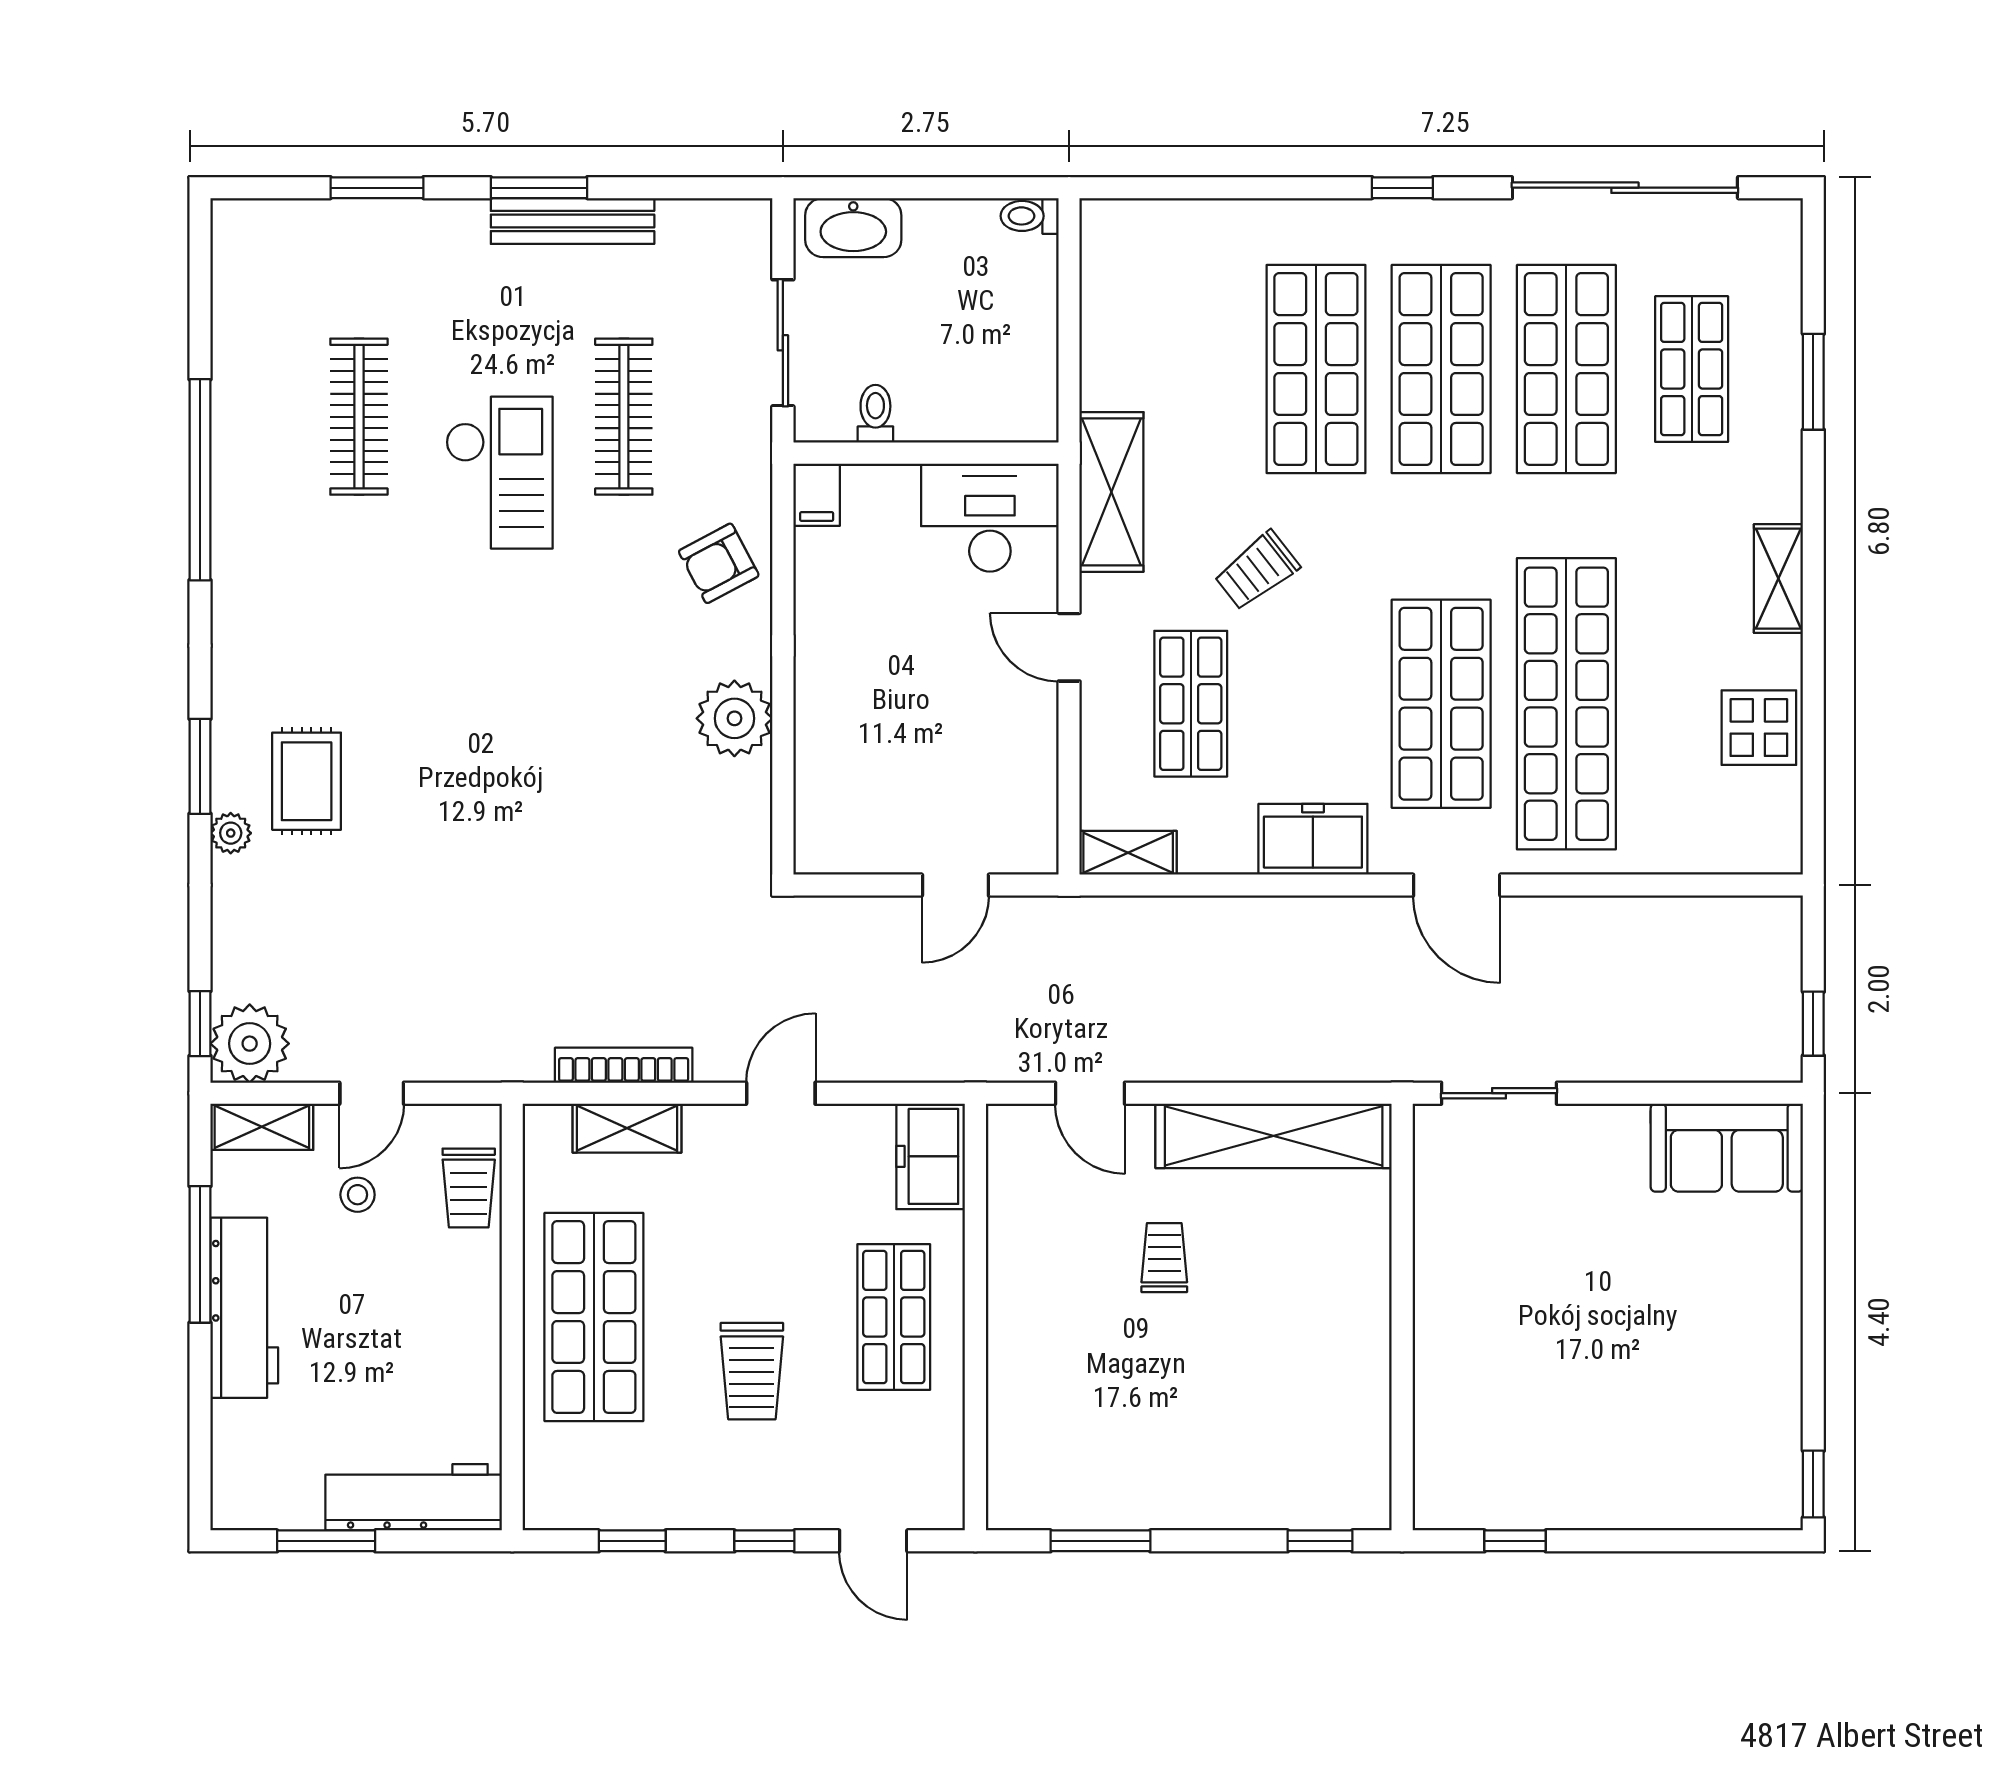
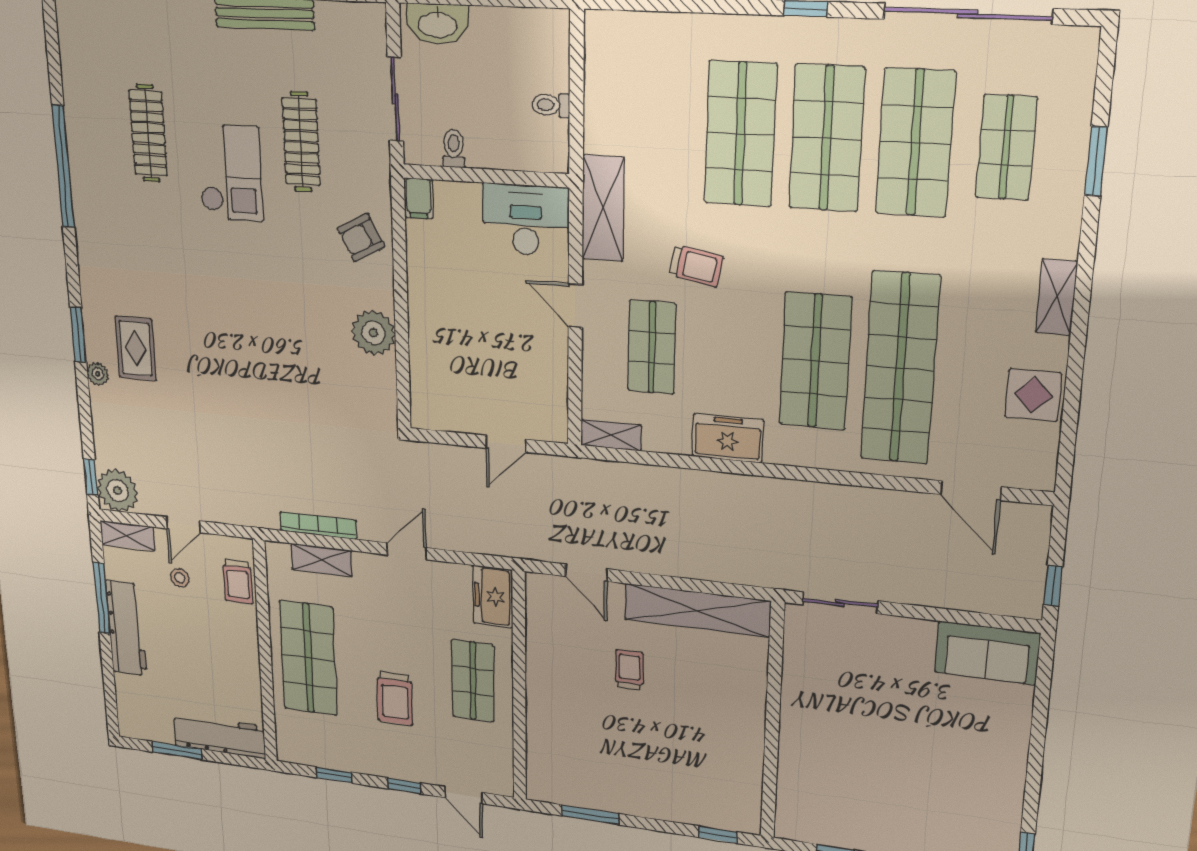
toilet: (1030, 216) -> (551, 105), moved
trolley: (1257, 571) -> (696, 266), turned -131
door: (1457, 885) -> (971, 491), moved

